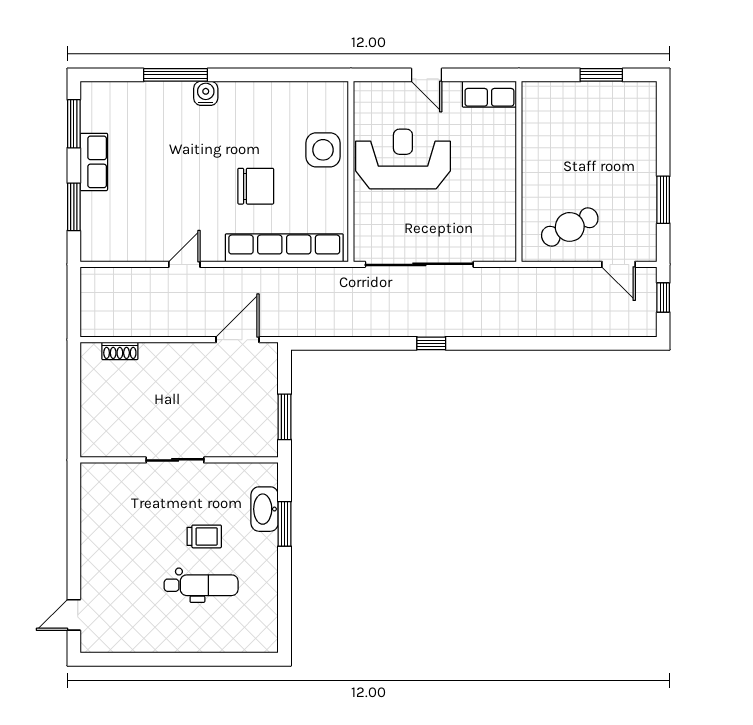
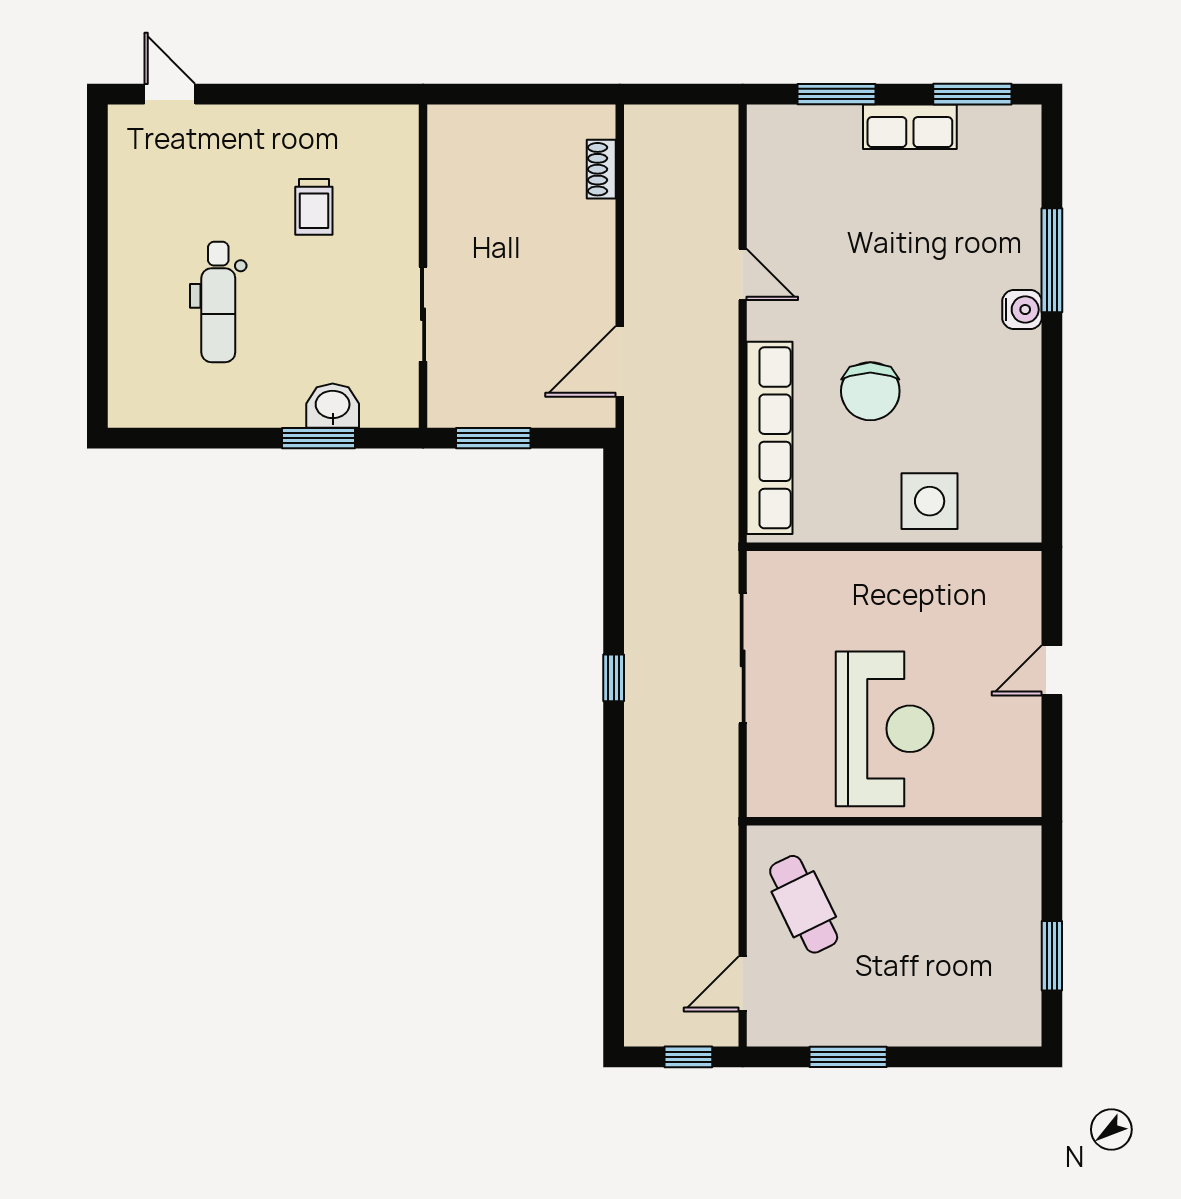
row of seats: (489, 94) -> (1021, 773), removed
reception desk: (403, 159) -> (885, 729), moved
sliding door: (419, 264) -> (743, 658), width x0.73
door: (237, 340) -> (620, 361), swing flipped
sliding door: (175, 460) -> (423, 314), moved
washbasin: (265, 509) -> (333, 406), width x0.72
trolley: (204, 536) -> (314, 207), moved

